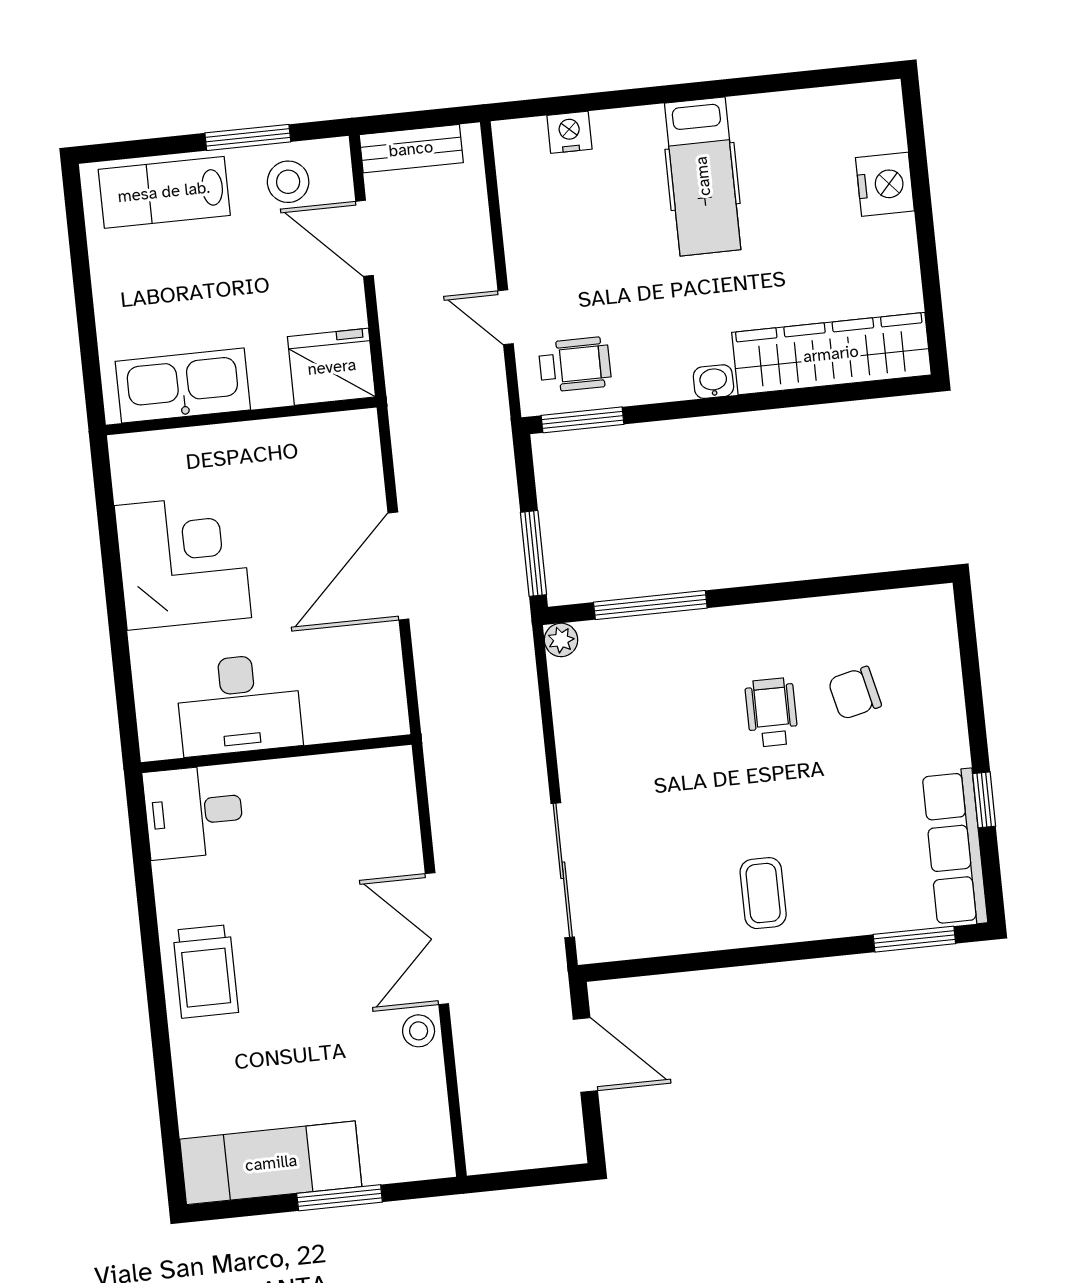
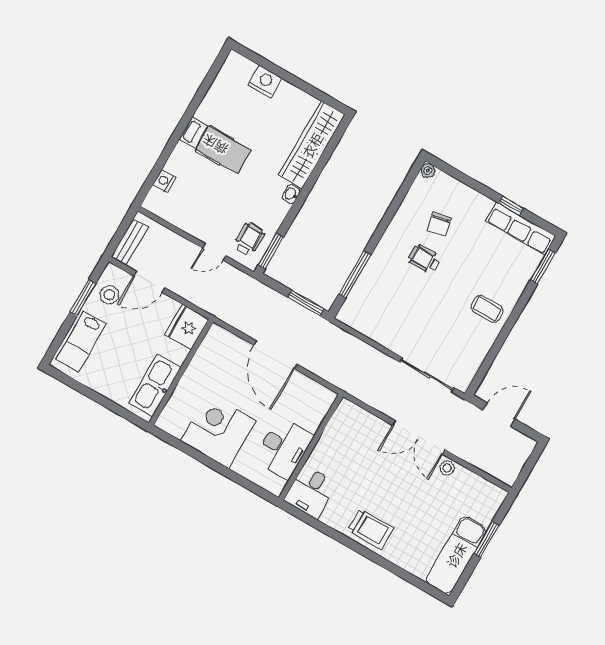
plant: (561, 640) -> (428, 171), moved

